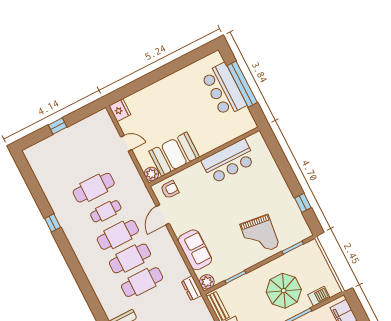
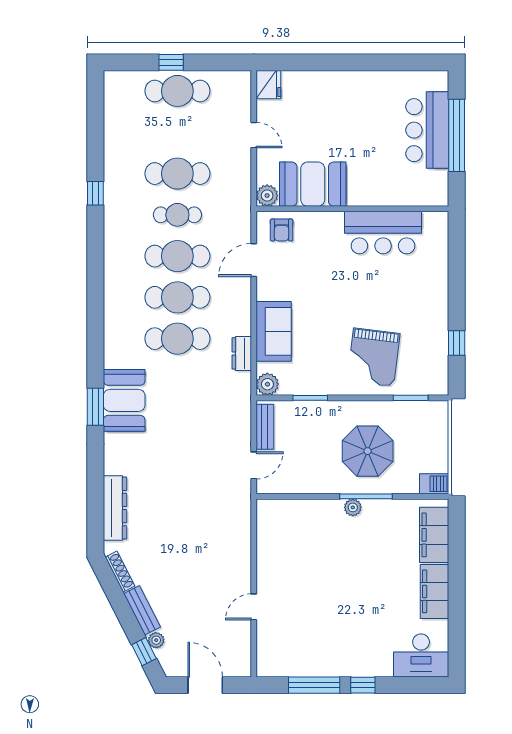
cafe table: (70, 140) -> (177, 91), added
armchair: (170, 190) -> (282, 230), turned 90
dresser: (192, 288) -> (242, 353), moved
barbecue: (319, 296) -> (434, 484), moved

